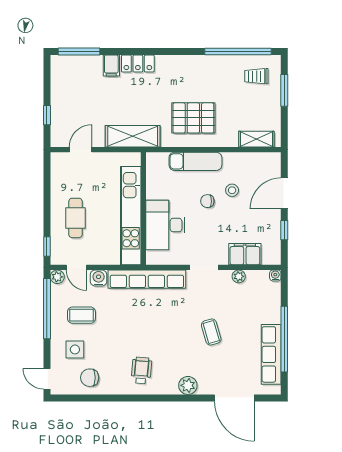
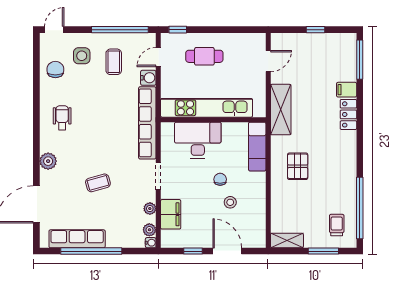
window: (47, 115) -> (315, 30), moved
pallet: (193, 118) -> (298, 166), width x0.67, depth x0.71
shelving: (256, 139) -> (287, 241), moved, turned 90
door: (81, 150) -> (268, 61), hinge flipped
exam couch: (195, 161) -> (257, 147), moved
plant: (57, 277) -> (149, 230), moved
wheelchair: (141, 370) -> (62, 118), turned -95

